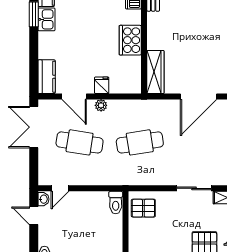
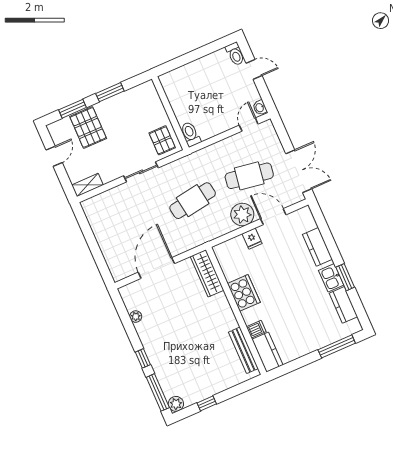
kitchen counter: (47, 77) -> (317, 247), moved
plant: (101, 105) -> (242, 215), width x1.88, depth x1.88
sliding door: (194, 188) -> (141, 172), moved
pallet: (143, 208) -> (162, 140), turned 90
door: (34, 216) -> (254, 69), moved

